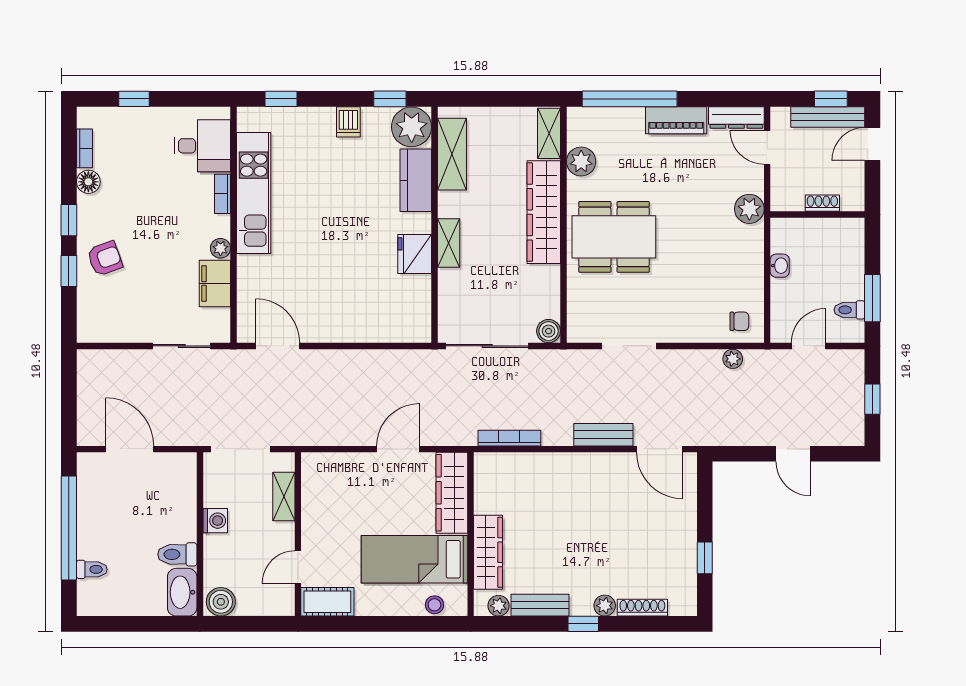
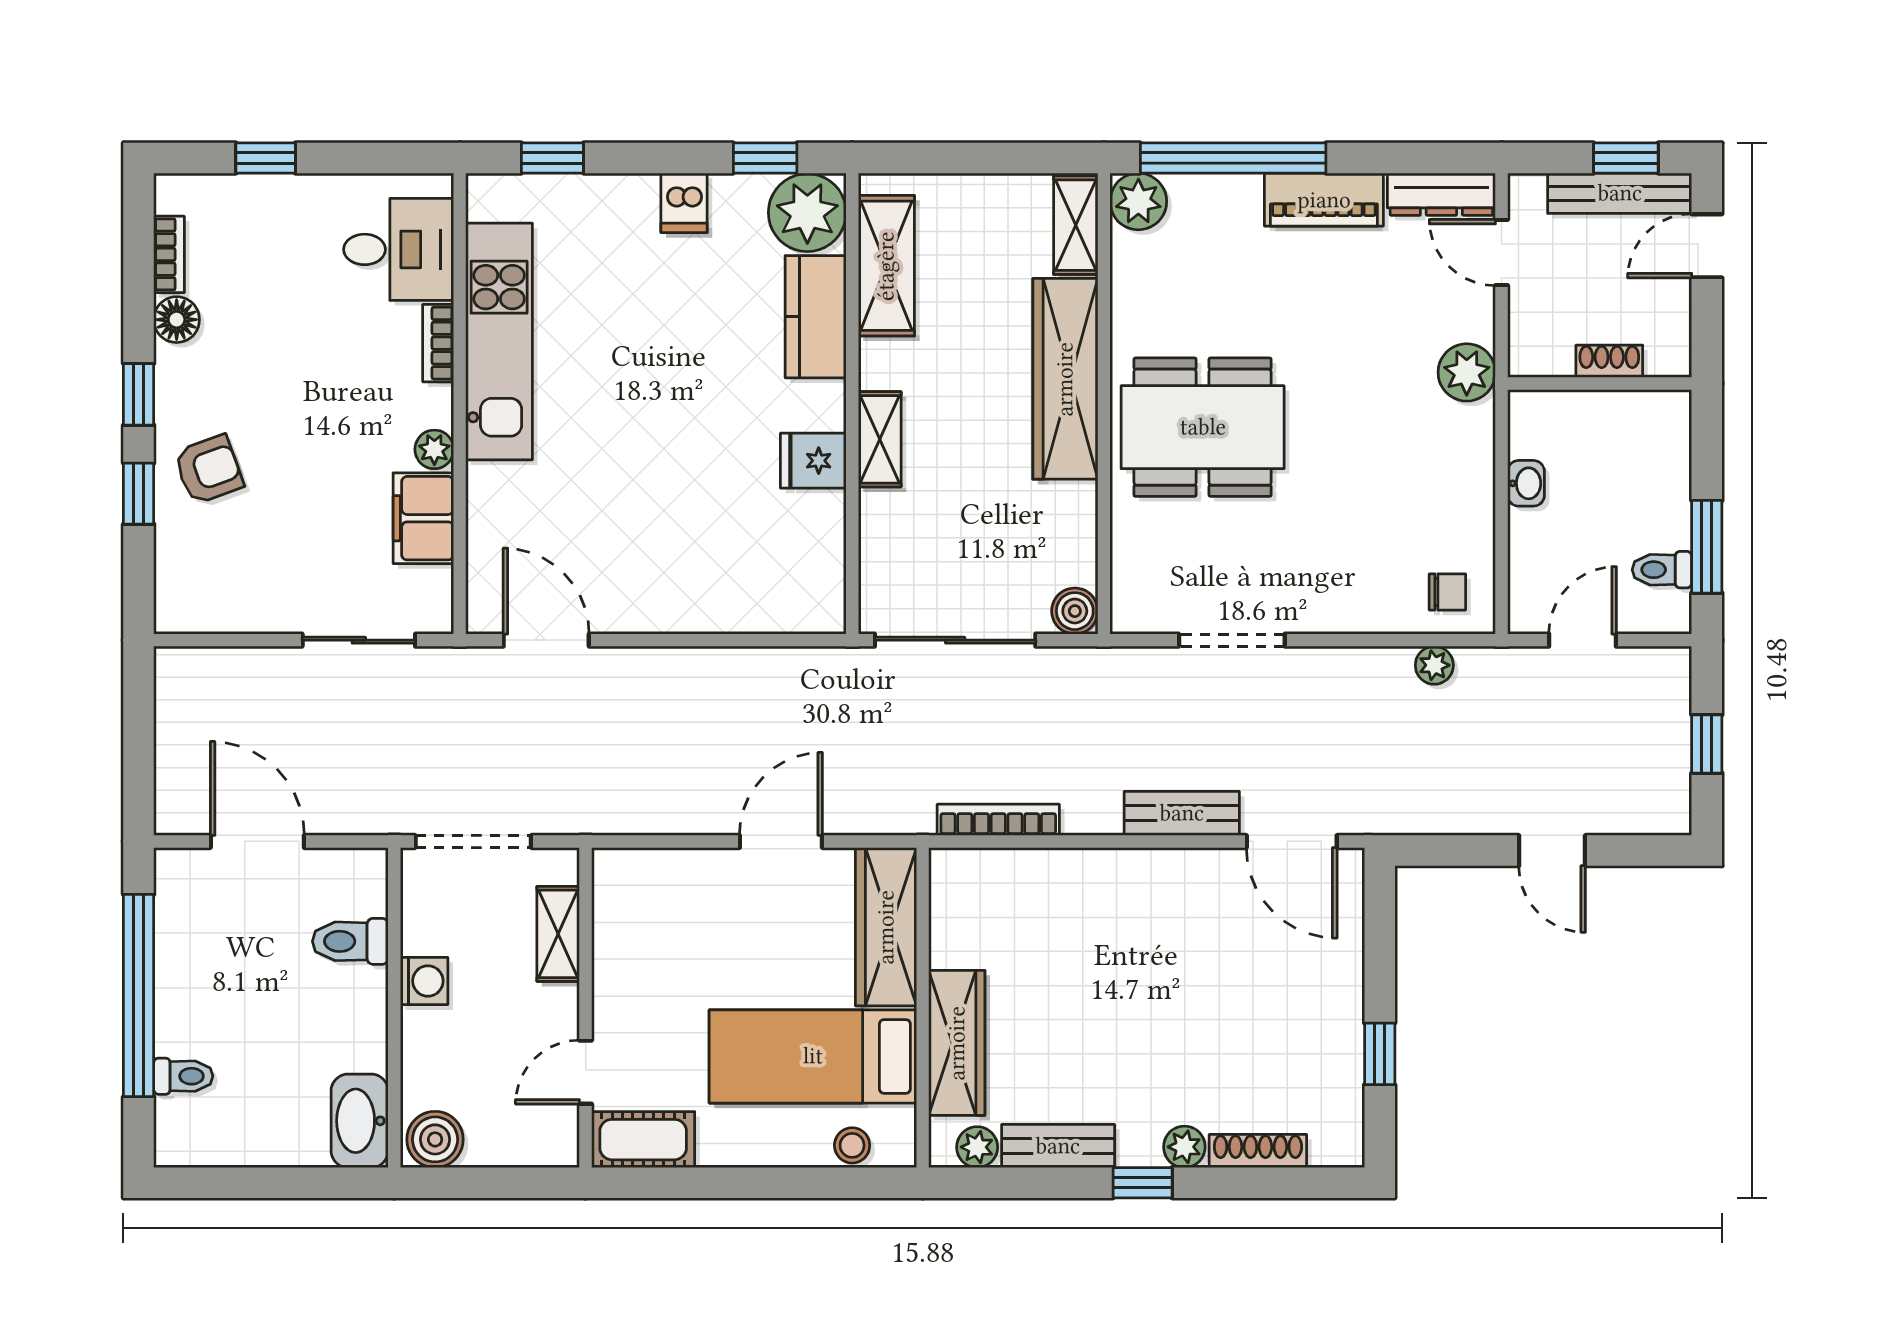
plant: (581, 162) -> (1138, 201), moved
fridge: (415, 254) -> (813, 461), width x0.72
toilet: (177, 554) -> (350, 941), moved

